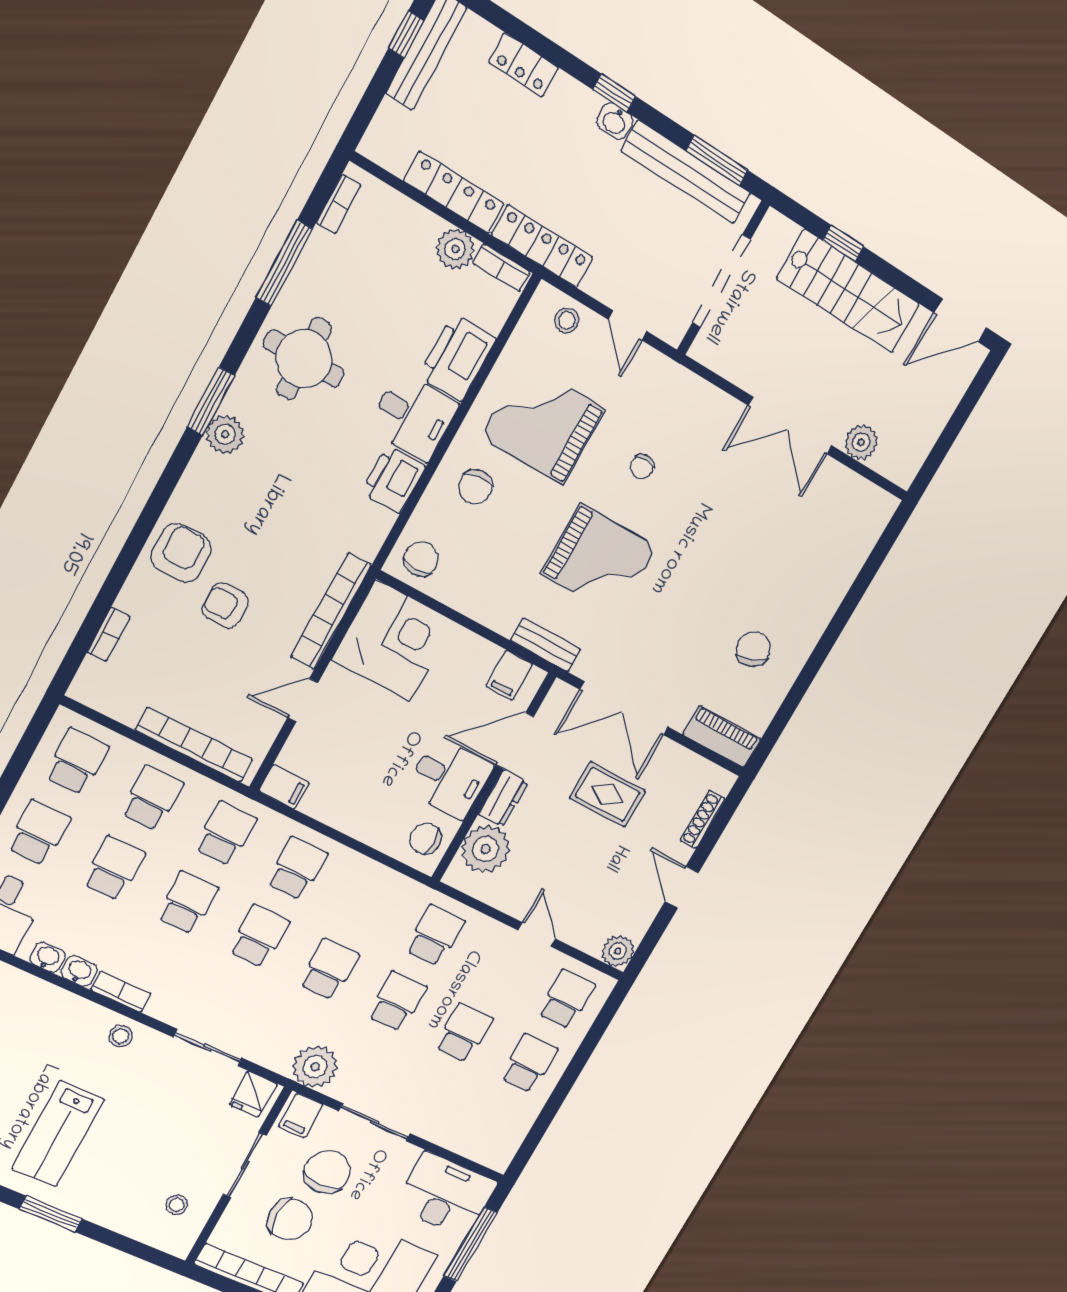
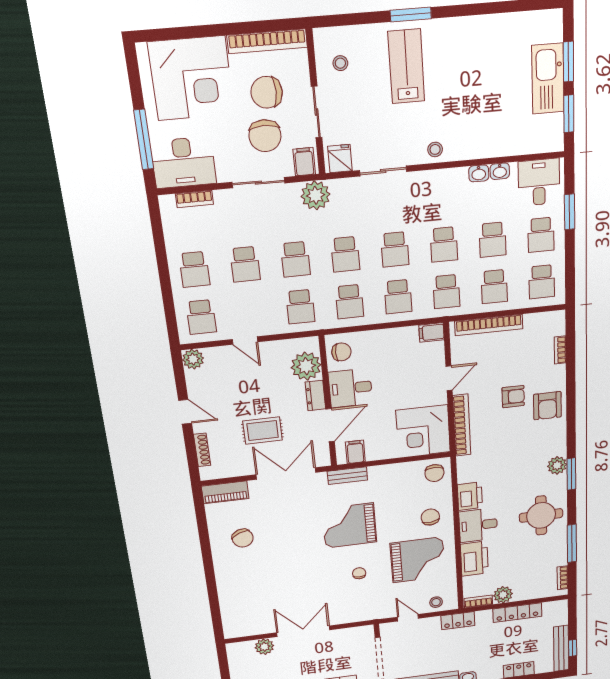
locker: (542, 246) -> (458, 621), width x0.66
school desk: (367, 902) -> (349, 302), added
bookcase: (121, 992) -> (194, 199), moved
lab bench: (58, 1134) -> (406, 66), moved

